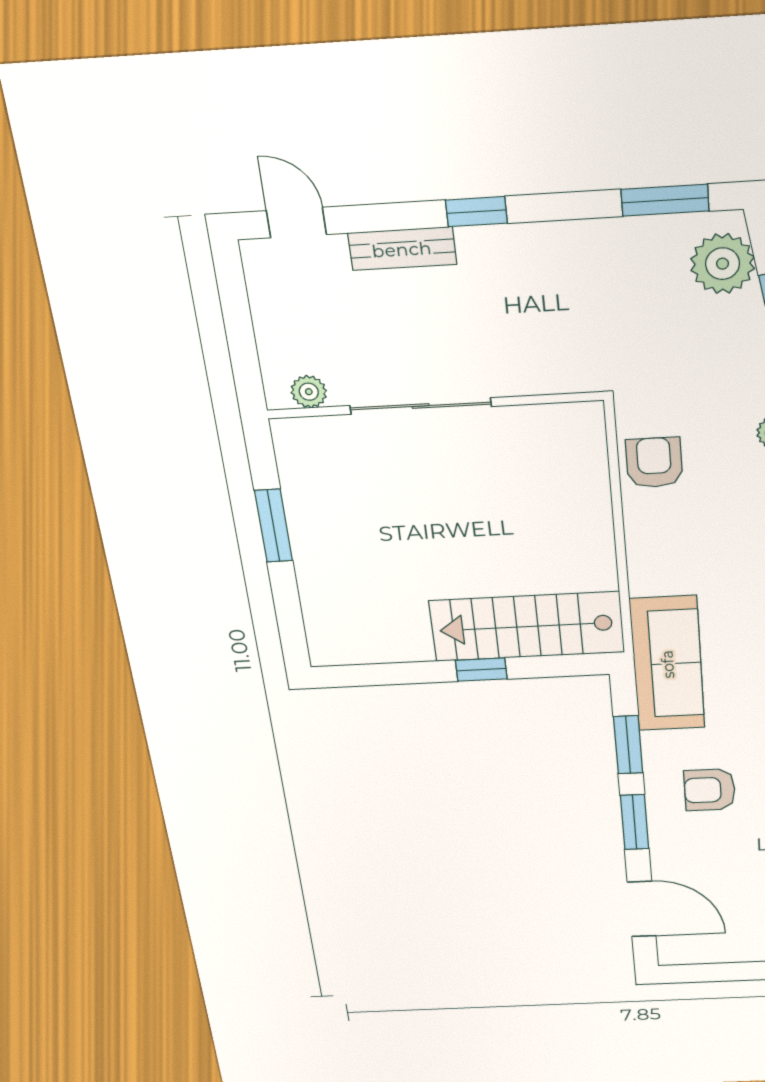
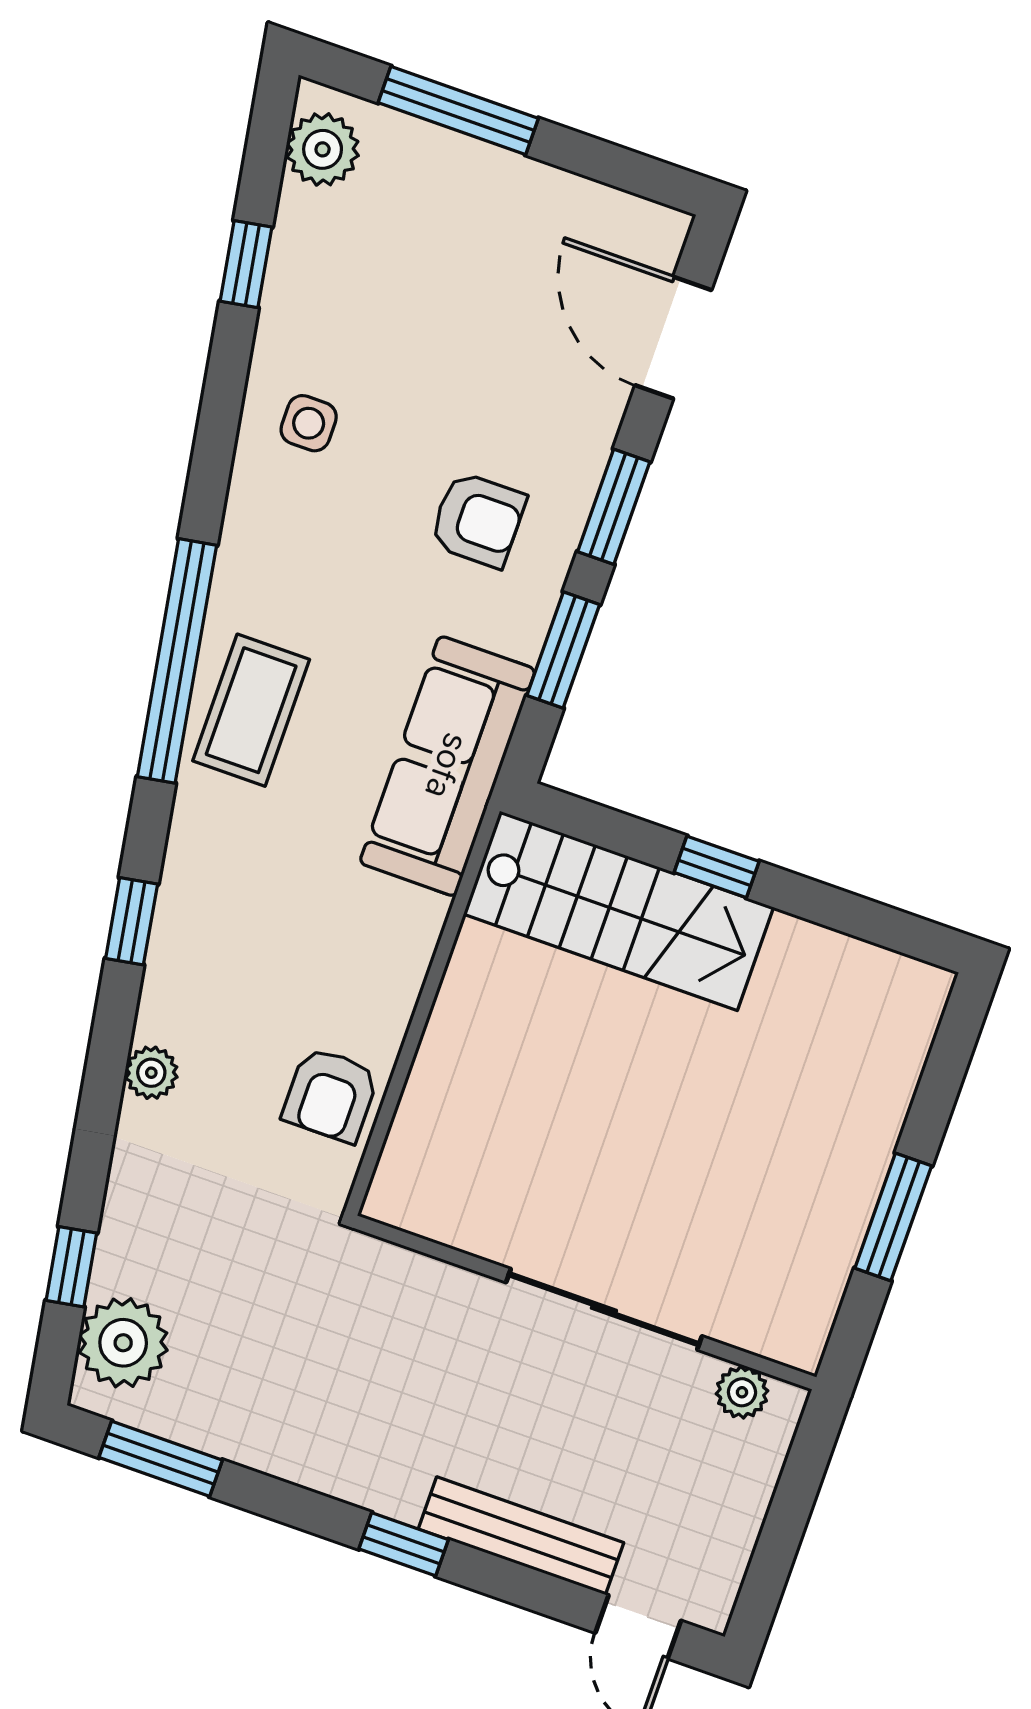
bench: (402, 249) -> (521, 1536), width x1.36

